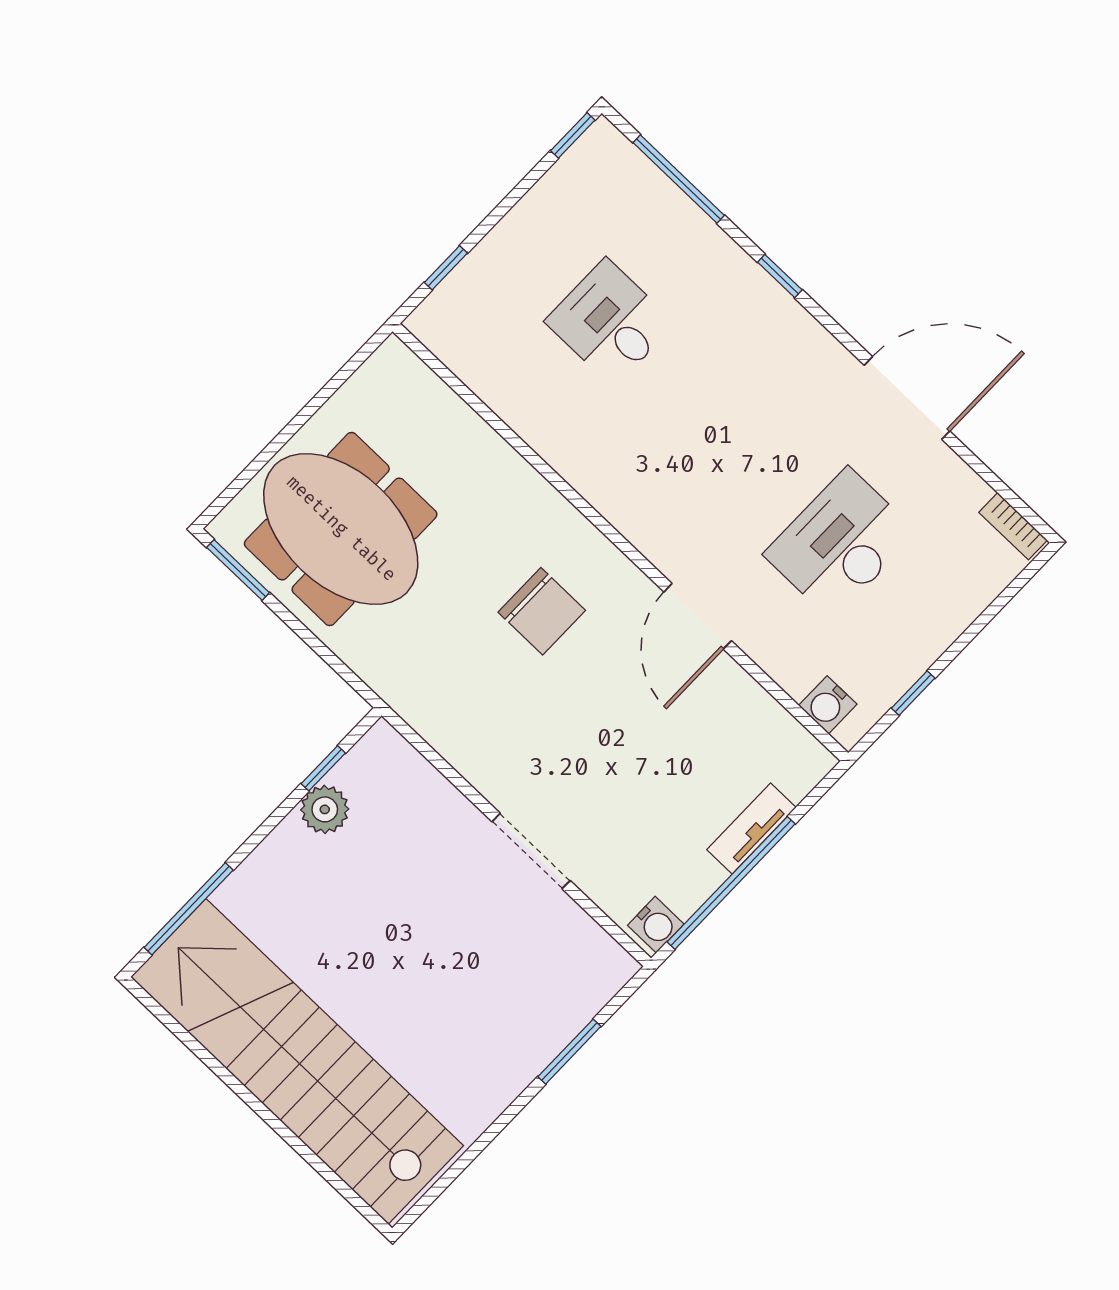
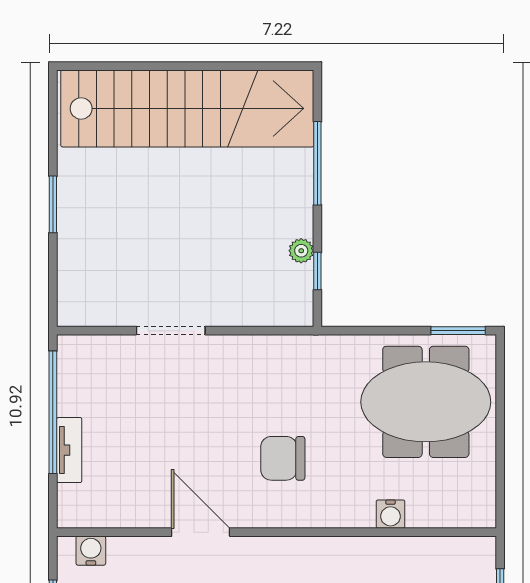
plant: (325, 809) -> (301, 251), width x0.73, depth x0.73
window: (189, 909) -> (317, 163), moved
water cooler: (656, 925) -> (391, 514), moved, turned -90
window: (569, 1052) -> (53, 204), moved

